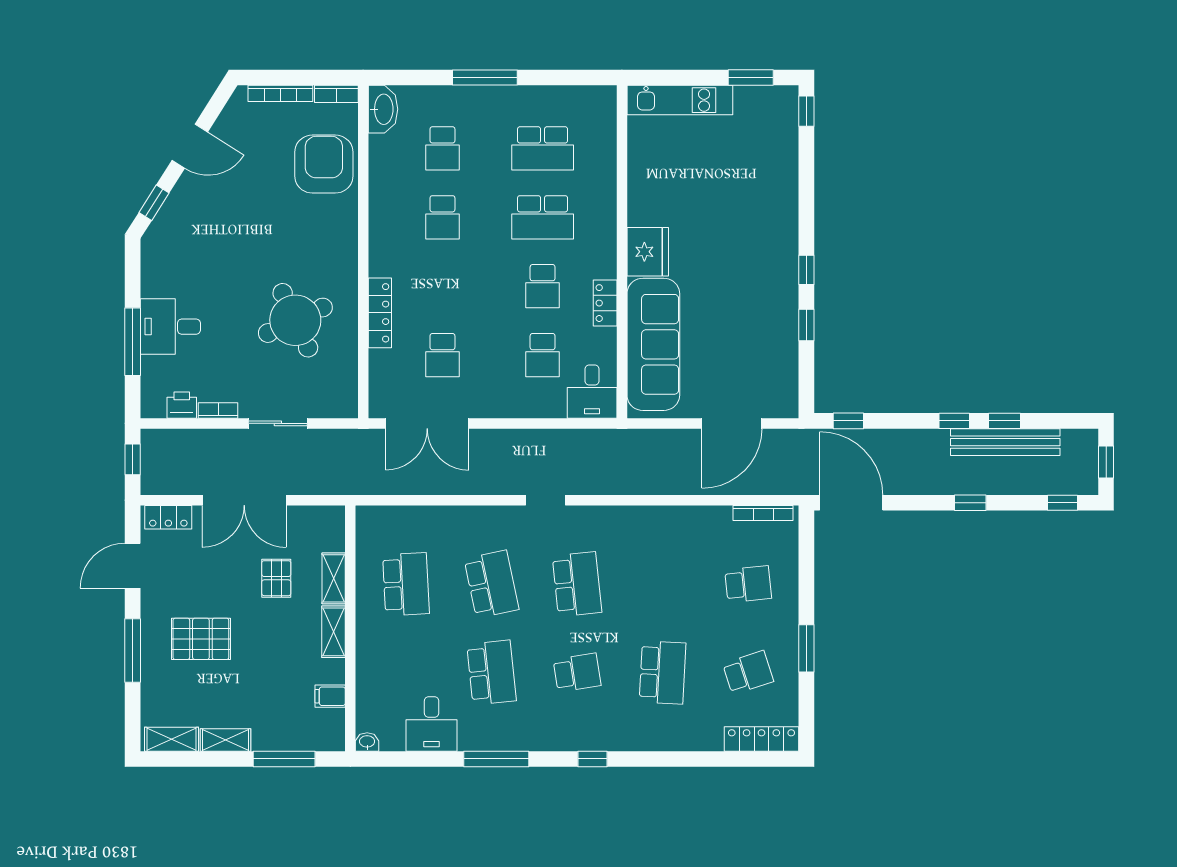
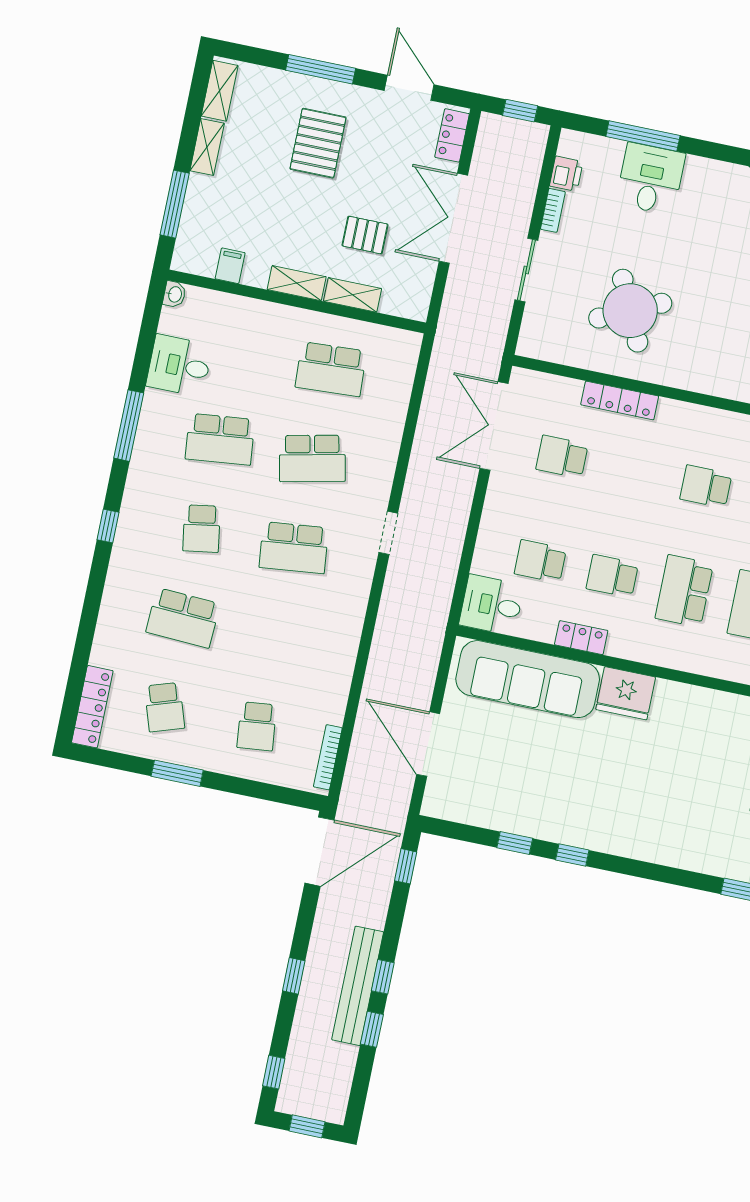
bench: (1005, 442) -> (358, 986), moved

